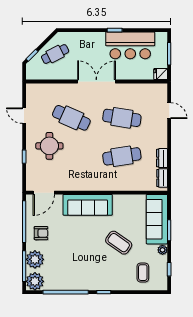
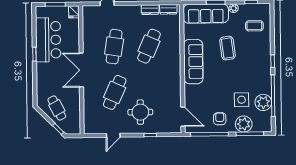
cafe table: (122, 156) -> (149, 46), turned 33
sofa: (88, 205) -> (193, 62), moved
coffee table: (119, 243) -> (227, 48), turned -42
side table: (62, 257) -> (242, 100), added
plant: (35, 281) -> (263, 102), moved

